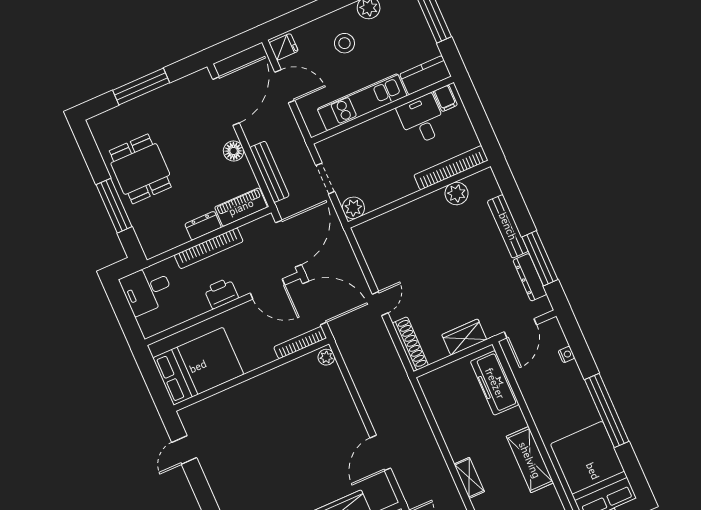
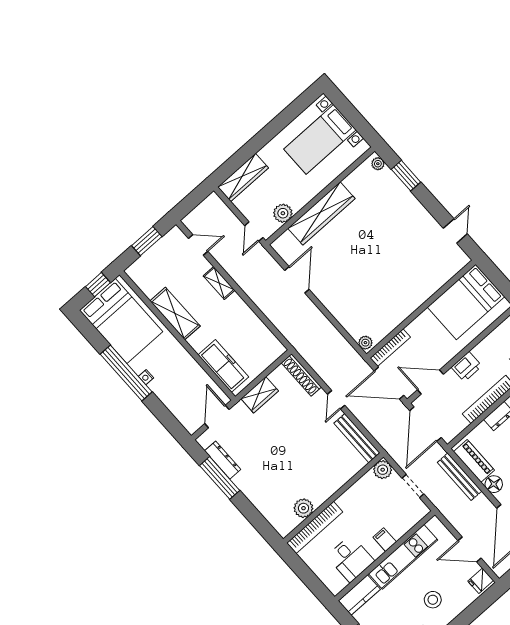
filing cabinet: (445, 98) -> (385, 540), moved
piano: (241, 207) -> (474, 461), moved, turned -90
bench: (508, 226) -> (357, 438), moved
nightstand: (566, 354) -> (146, 377), moved

